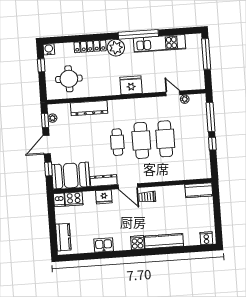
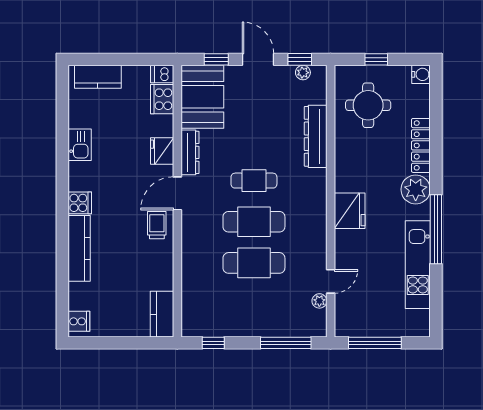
window: (206, 54) -> (375, 343), moved
window: (41, 65) -> (376, 59), moved
window: (212, 144) -> (213, 343), moved

